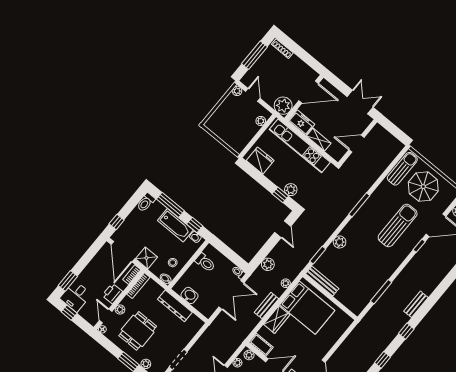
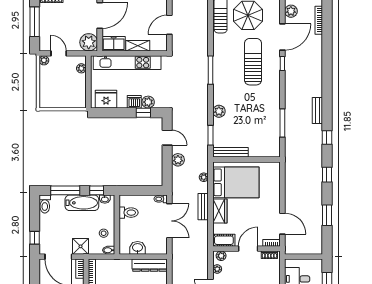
dishwasher: (280, 181) -> (134, 102), added
plant: (268, 264) -> (178, 160), moved
dresser: (175, 306) -> (150, 265), moved

